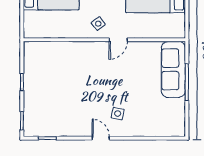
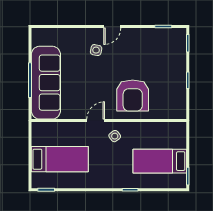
armchair: (79, 66) -> (133, 95), added
sofa: (173, 69) -> (46, 83), width x1.36, depth x1.27
door: (101, 138) -> (112, 27), hinge flipped

